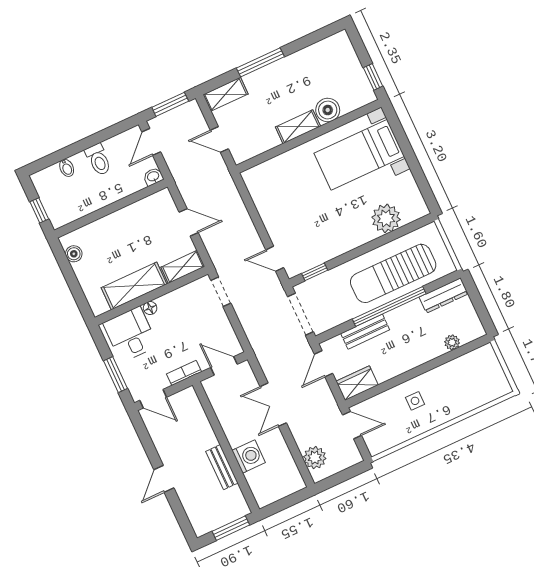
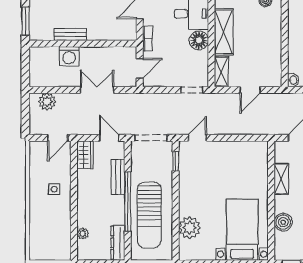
shelving: (298, 127) -> (281, 179), moved
sun lounger: (393, 273) -> (149, 215), turned 180
floor lamp: (150, 308) -> (199, 40), width x1.89, depth x1.89

